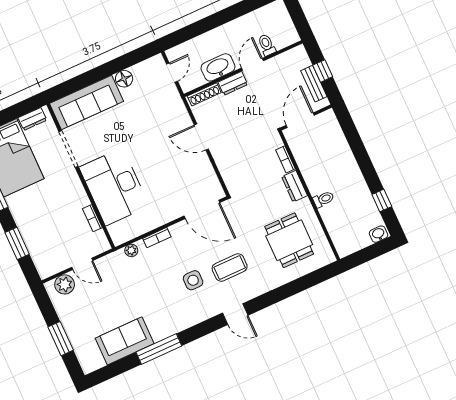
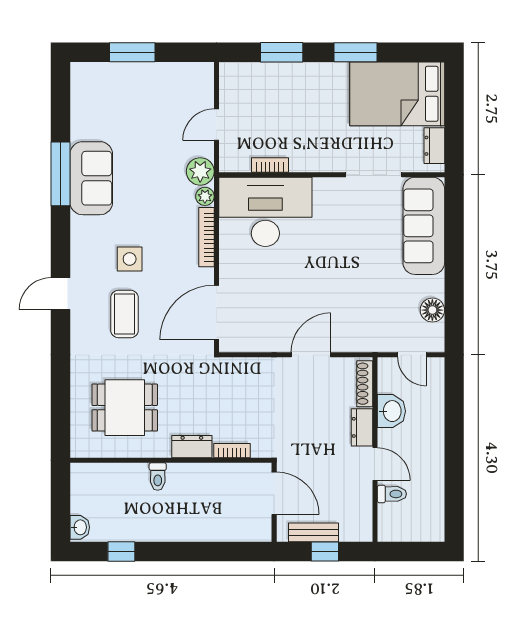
washbasin: (218, 67) -> (391, 411), width x0.72
floor lamp: (124, 79) -> (432, 310), moved
desk: (114, 187) -> (265, 212), moved
bookcase: (157, 238) -> (206, 237), width x1.56
plant: (65, 284) -> (200, 171), moved
sofa: (125, 341) -> (91, 178), moved

